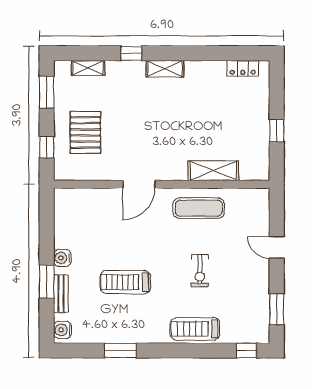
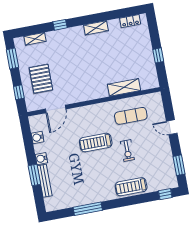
shelving: (165, 69) -> (96, 28), moved
door: (139, 184) -> (56, 109), moved
exercise mat: (199, 208) -> (131, 116), moved
treadmill: (125, 282) -> (96, 143), moved
bench: (61, 294) -> (45, 181), width x1.36
water cooler: (63, 330) -> (37, 137), moved
window: (120, 351) -> (88, 209), width x1.44

